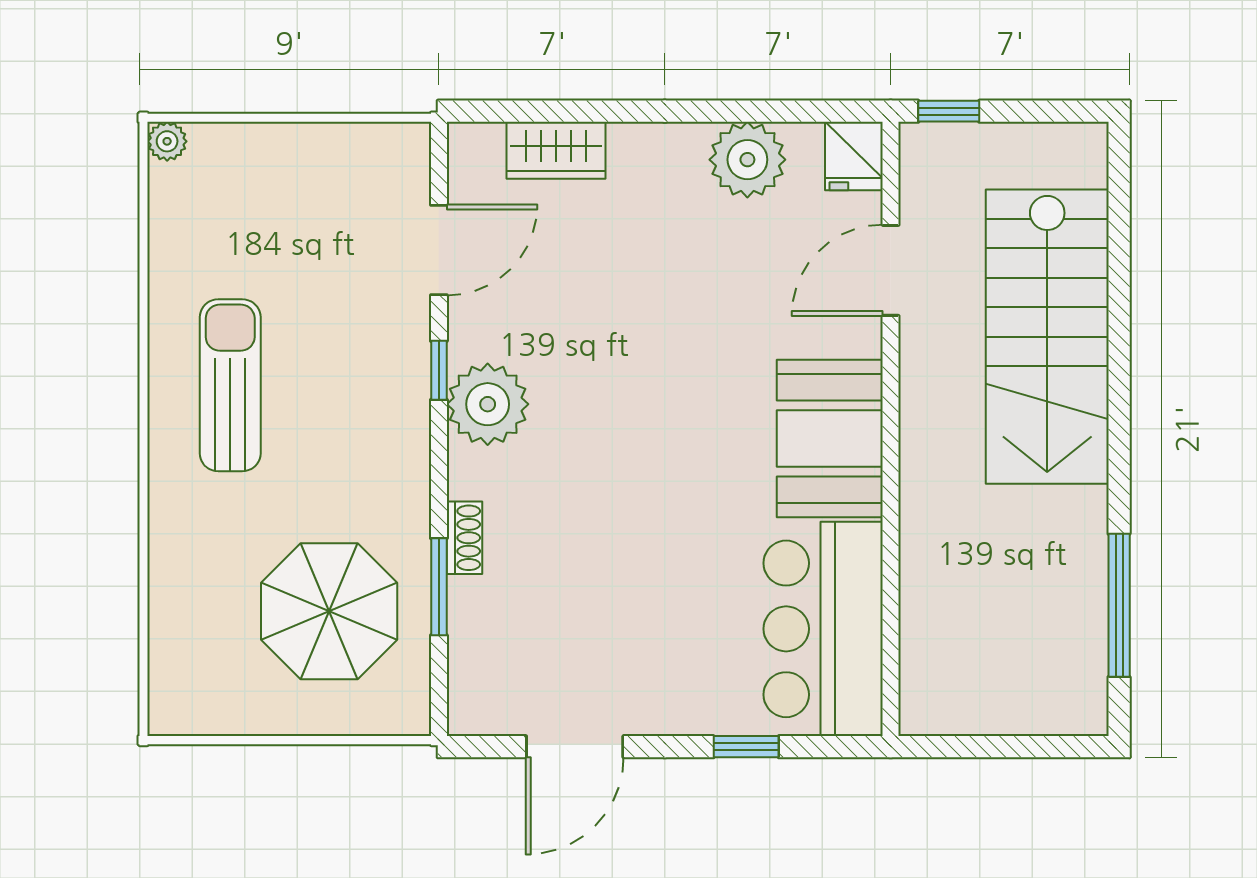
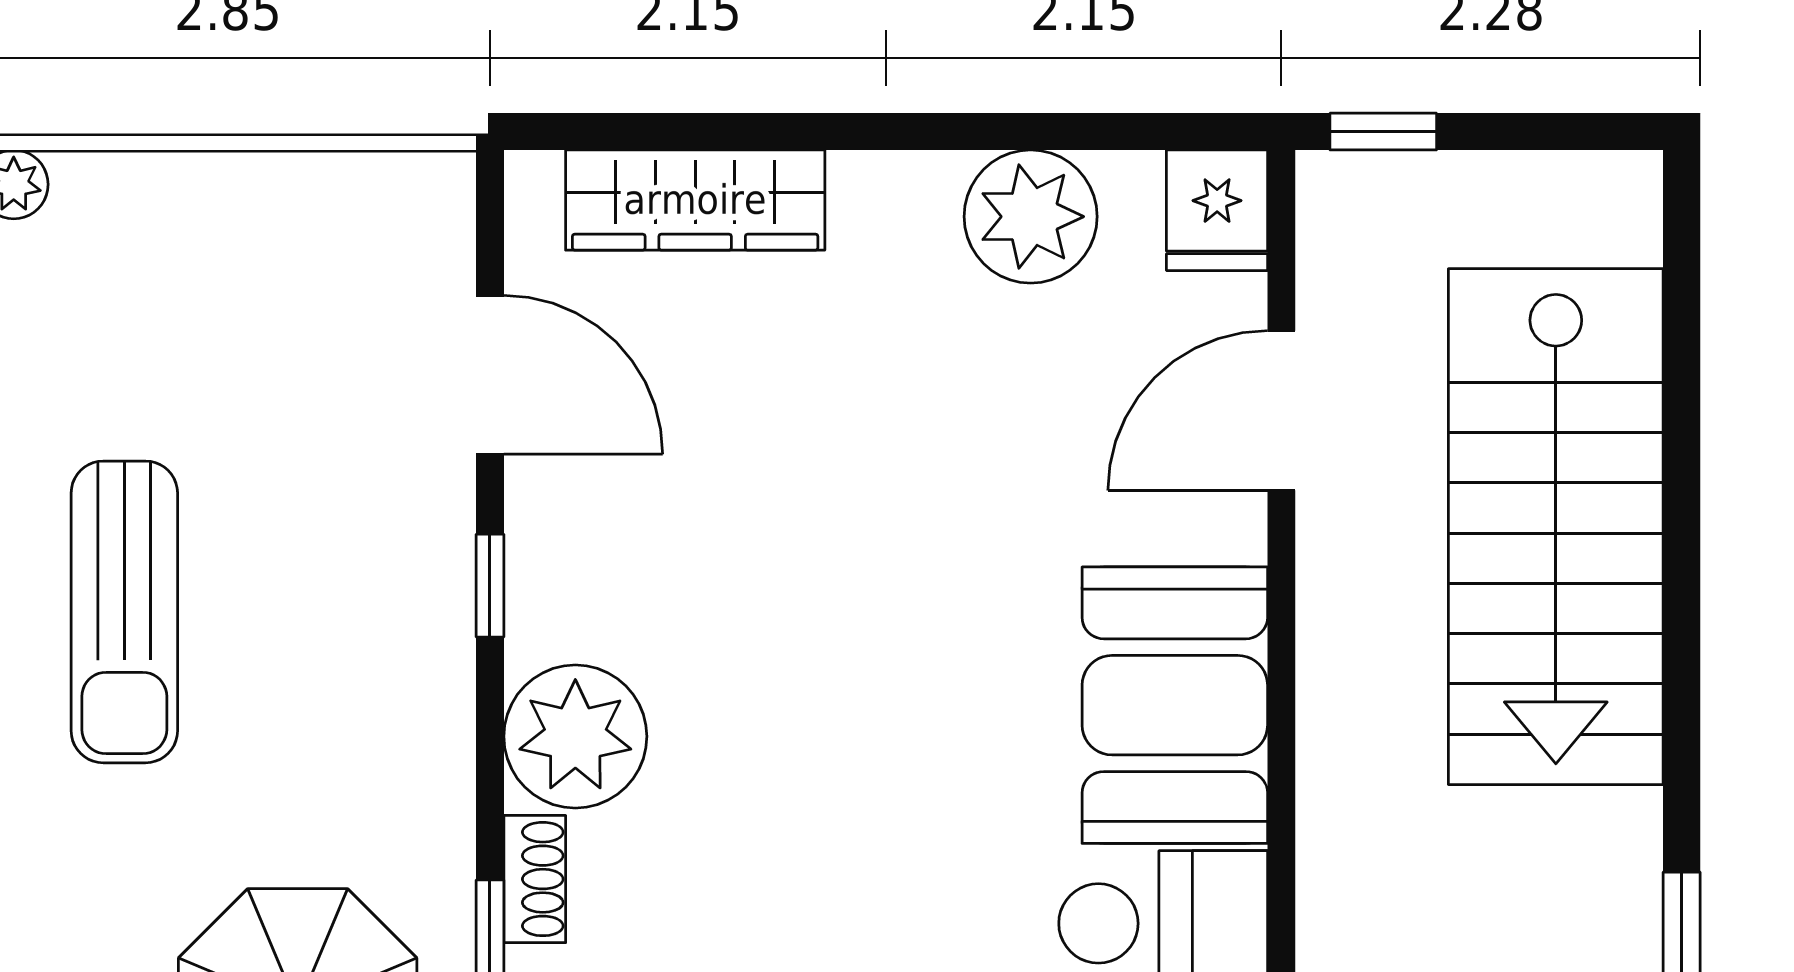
wardrobe: (556, 150) -> (695, 200), width x1.50
door: (439, 250) -> (490, 375), hinge flipped
sun lounger: (230, 385) -> (124, 612), turned 180
plant: (488, 404) -> (575, 736), moved

